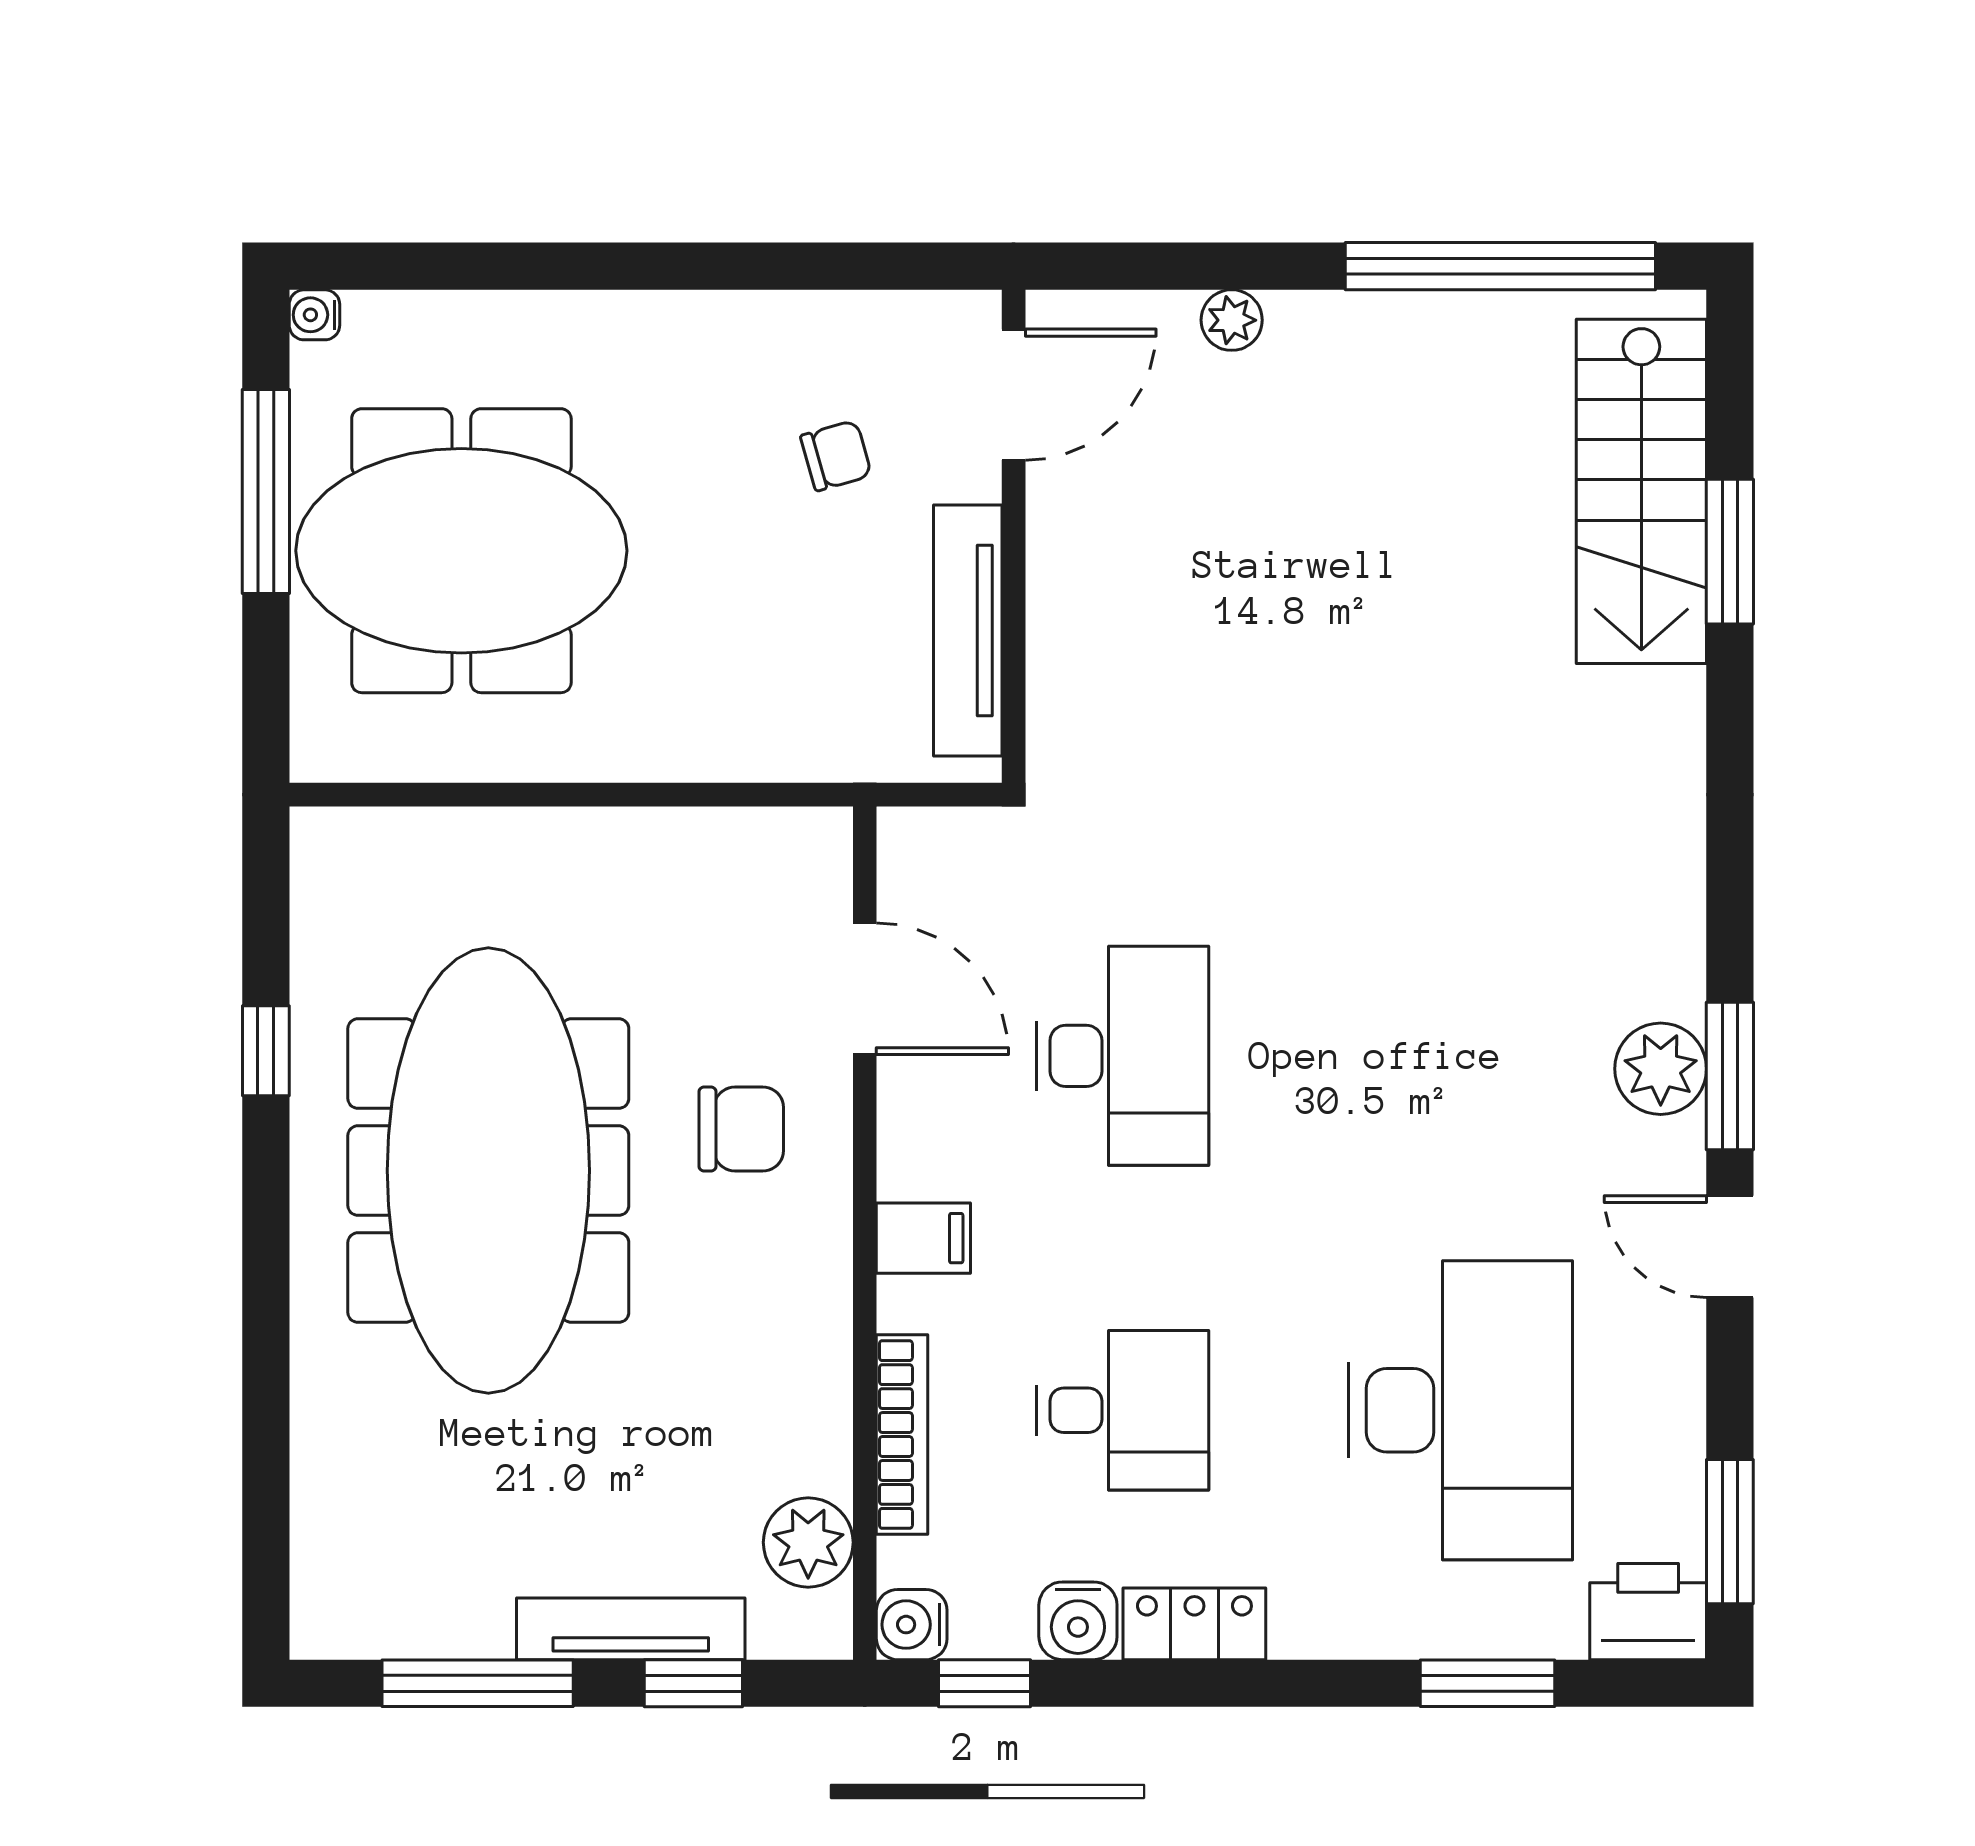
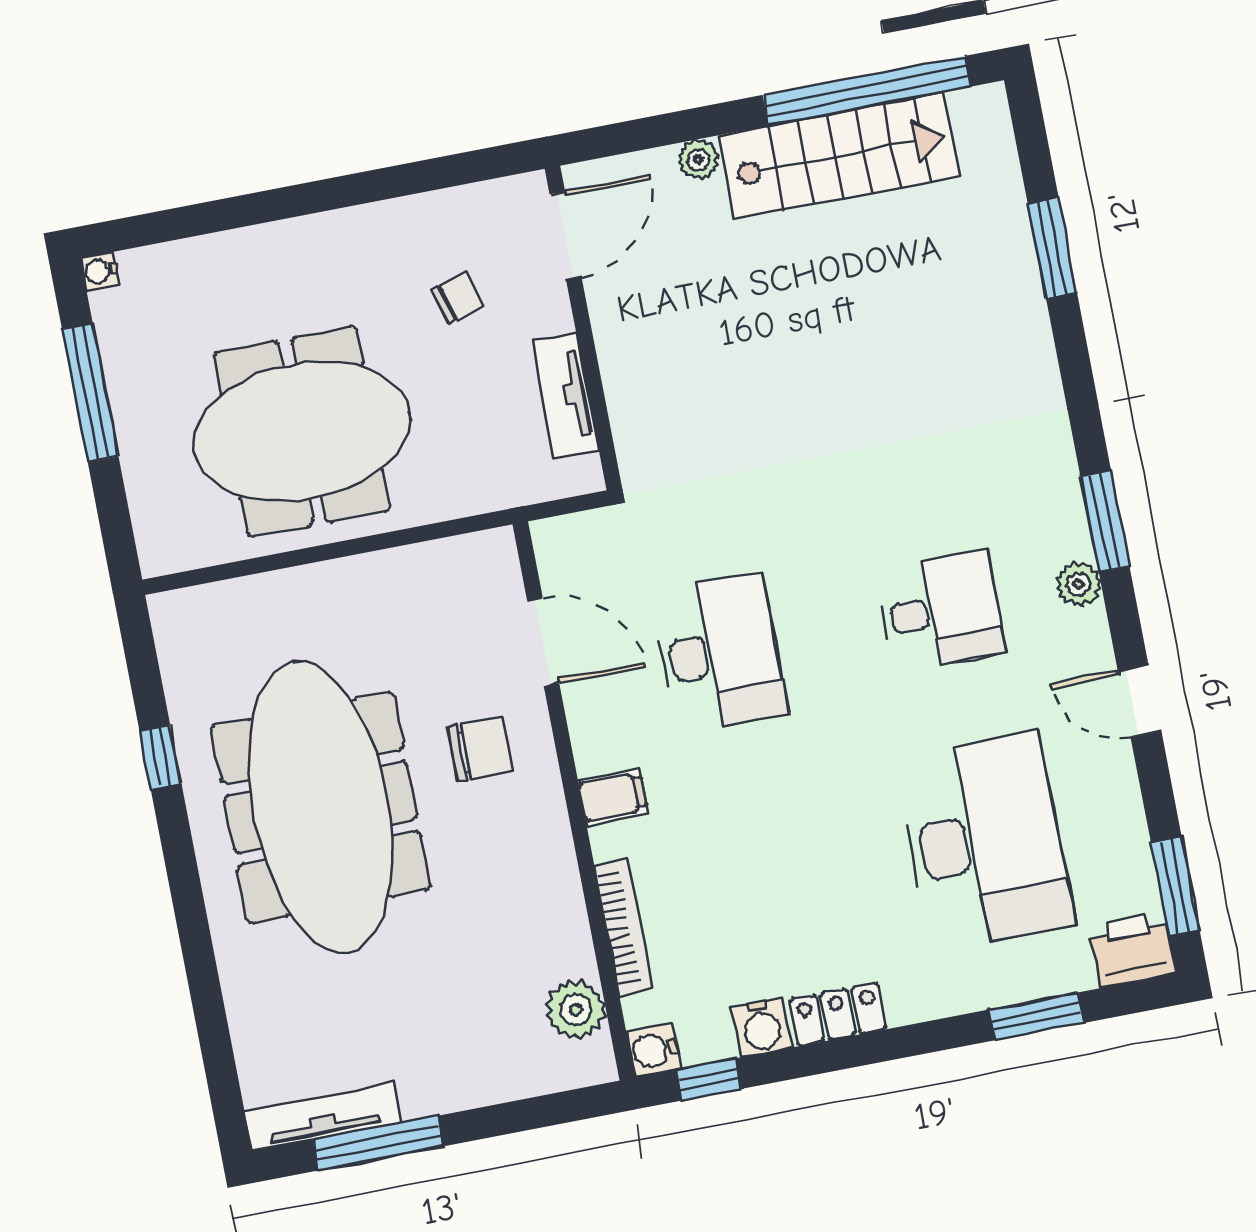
stairs: (1641, 491) -> (839, 156), moved, turned -90
meeting table: (461, 551) -> (302, 431), moved
tv unit: (968, 631) -> (565, 395), width x0.71
plant: (1661, 1069) -> (1079, 584), width x0.73, depth x0.73
window: (1730, 1076) -> (1105, 521), moved
desk: (1123, 1410) -> (940, 611), moved
tv unit: (631, 1629) -> (323, 1117), moved
window: (693, 1683) -> (519, 1116), removed

